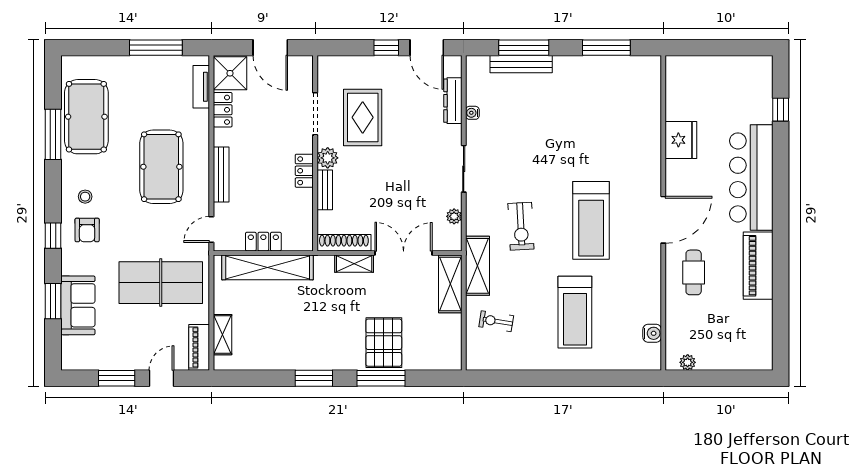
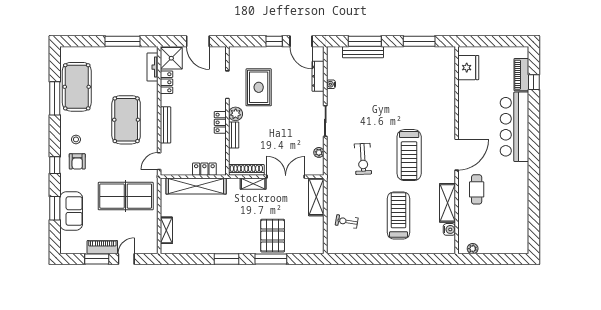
fridge: (681, 140) -> (468, 68), moved
locker: (263, 242) -> (204, 169), moved
shelving: (478, 266) -> (448, 203), moved
piano: (758, 266) -> (521, 75), moved, width x0.73, depth x0.75
treadmill: (575, 312) -> (399, 215), turned 180
piano: (199, 347) -> (102, 247), moved, turned 90

